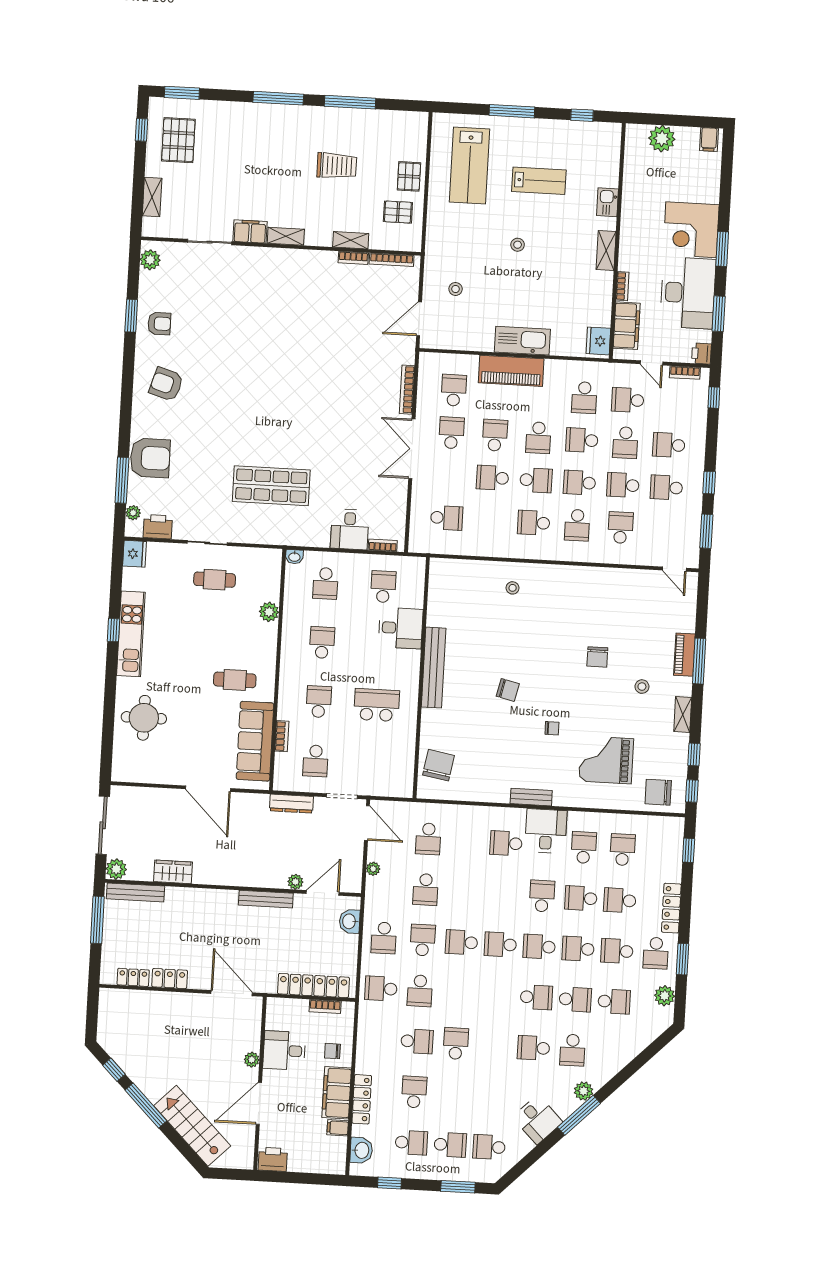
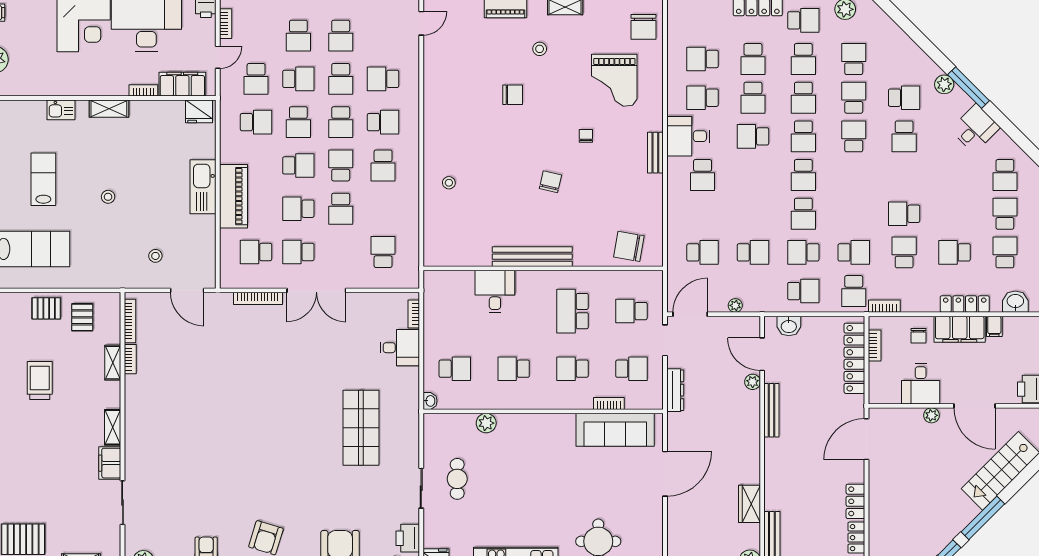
school desk: (383, 587) -> (631, 311), moved
cafe table: (235, 680) -> (556, 453), removed
bookcase: (364, 1018) -> (884, 306), added

